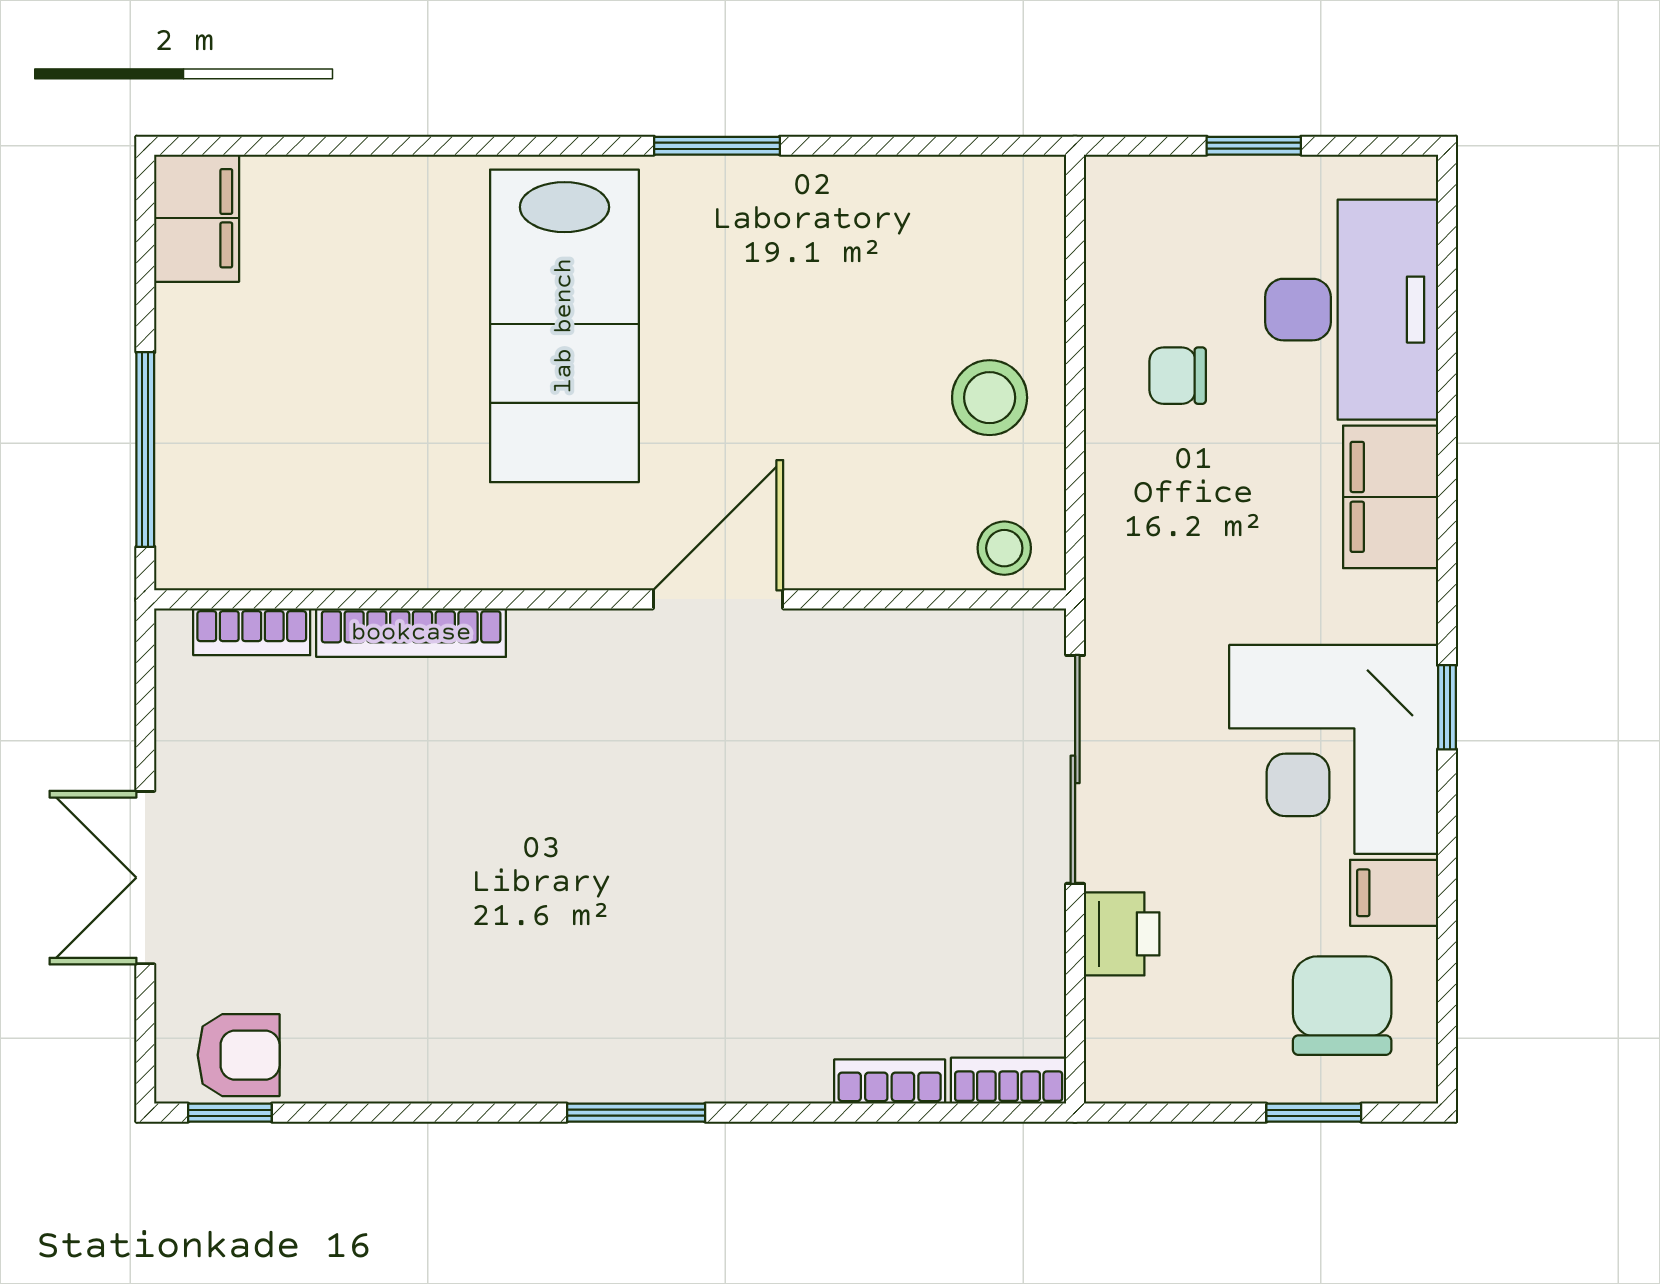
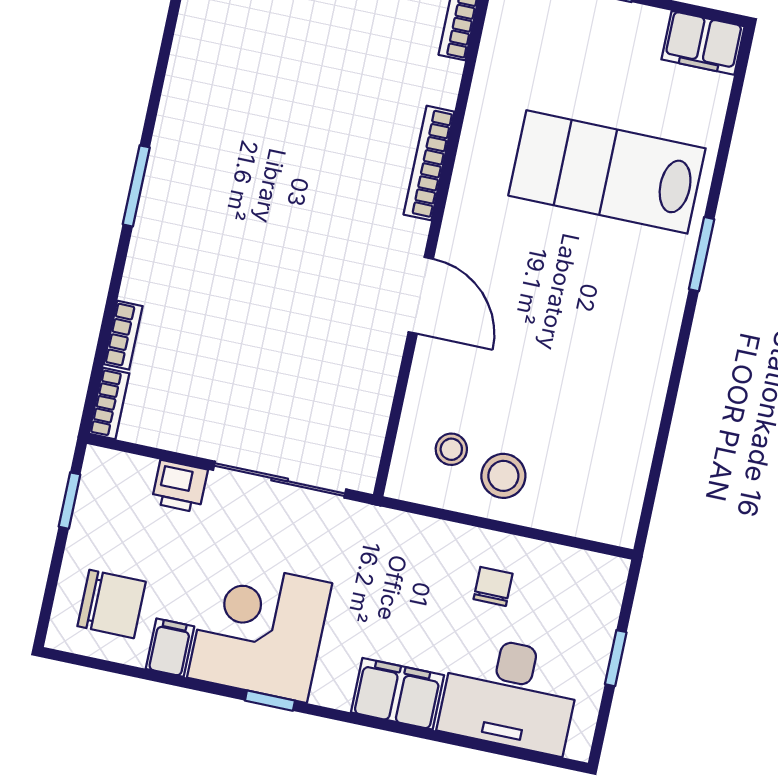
window: (717, 146) -> (702, 254), moved
lab bench: (564, 326) -> (607, 172), moved
stool: (1004, 548) -> (451, 449), moved
bookcase: (411, 633) -> (429, 163), moved
window: (1314, 1113) -> (69, 501), moved

